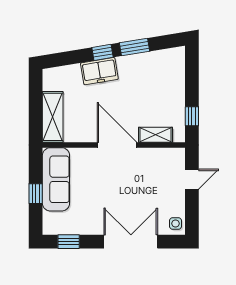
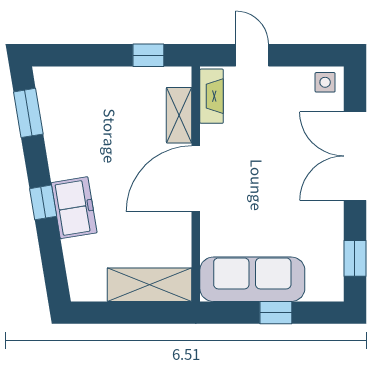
window: (135, 47) -> (28, 113), moved
fireplace: (167, 155) -> (212, 96), added

